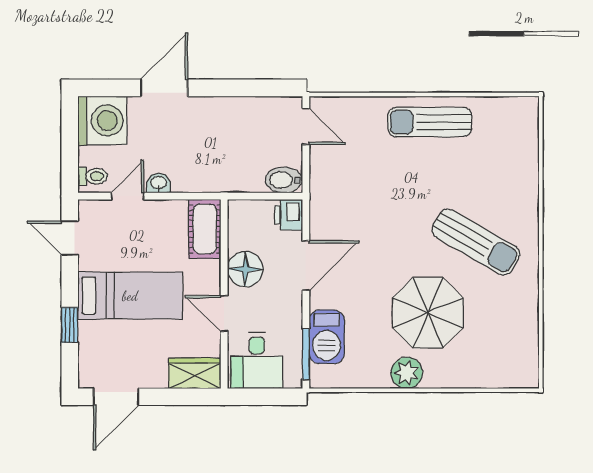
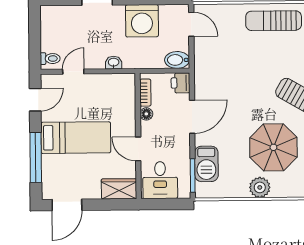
washing machine: (102, 120) -> (142, 21), moved, turned 90
washbasin: (159, 183) -> (114, 63), moved
cot: (205, 229) -> (125, 93), removed
bookcase: (236, 229) -> (145, 93), added
door: (70, 238) -> (35, 100), swing flipped
floor lamp: (245, 269) -> (146, 114), width x0.53, depth x0.53
window: (70, 325) -> (36, 157), width x2.17

